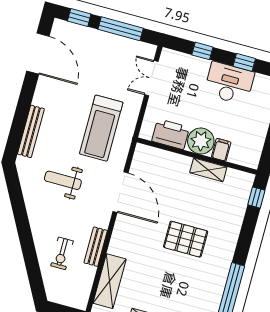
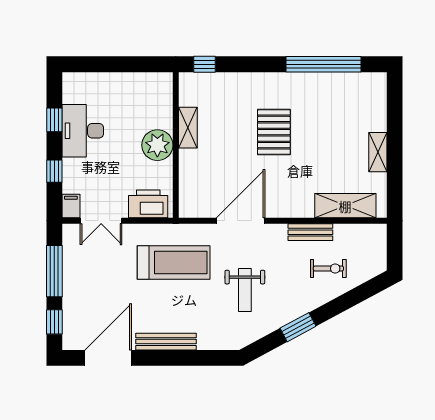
bench: (31, 131) -> (166, 342), moved
printer: (171, 134) -> (148, 204), moved, turned 90
filing cabinet: (221, 150) -> (71, 206), moved, turned 90
window: (21, 215) -> (298, 327), added

